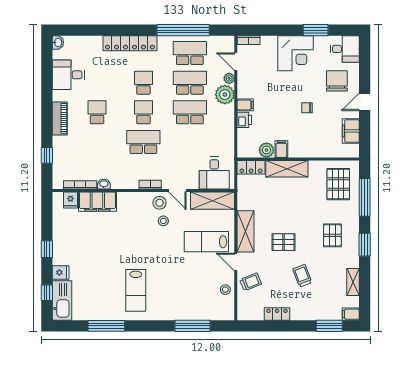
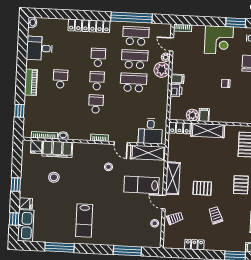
school desk: (143, 142) -> (96, 104), width x0.54
stool: (159, 203) -> (54, 177), moved

